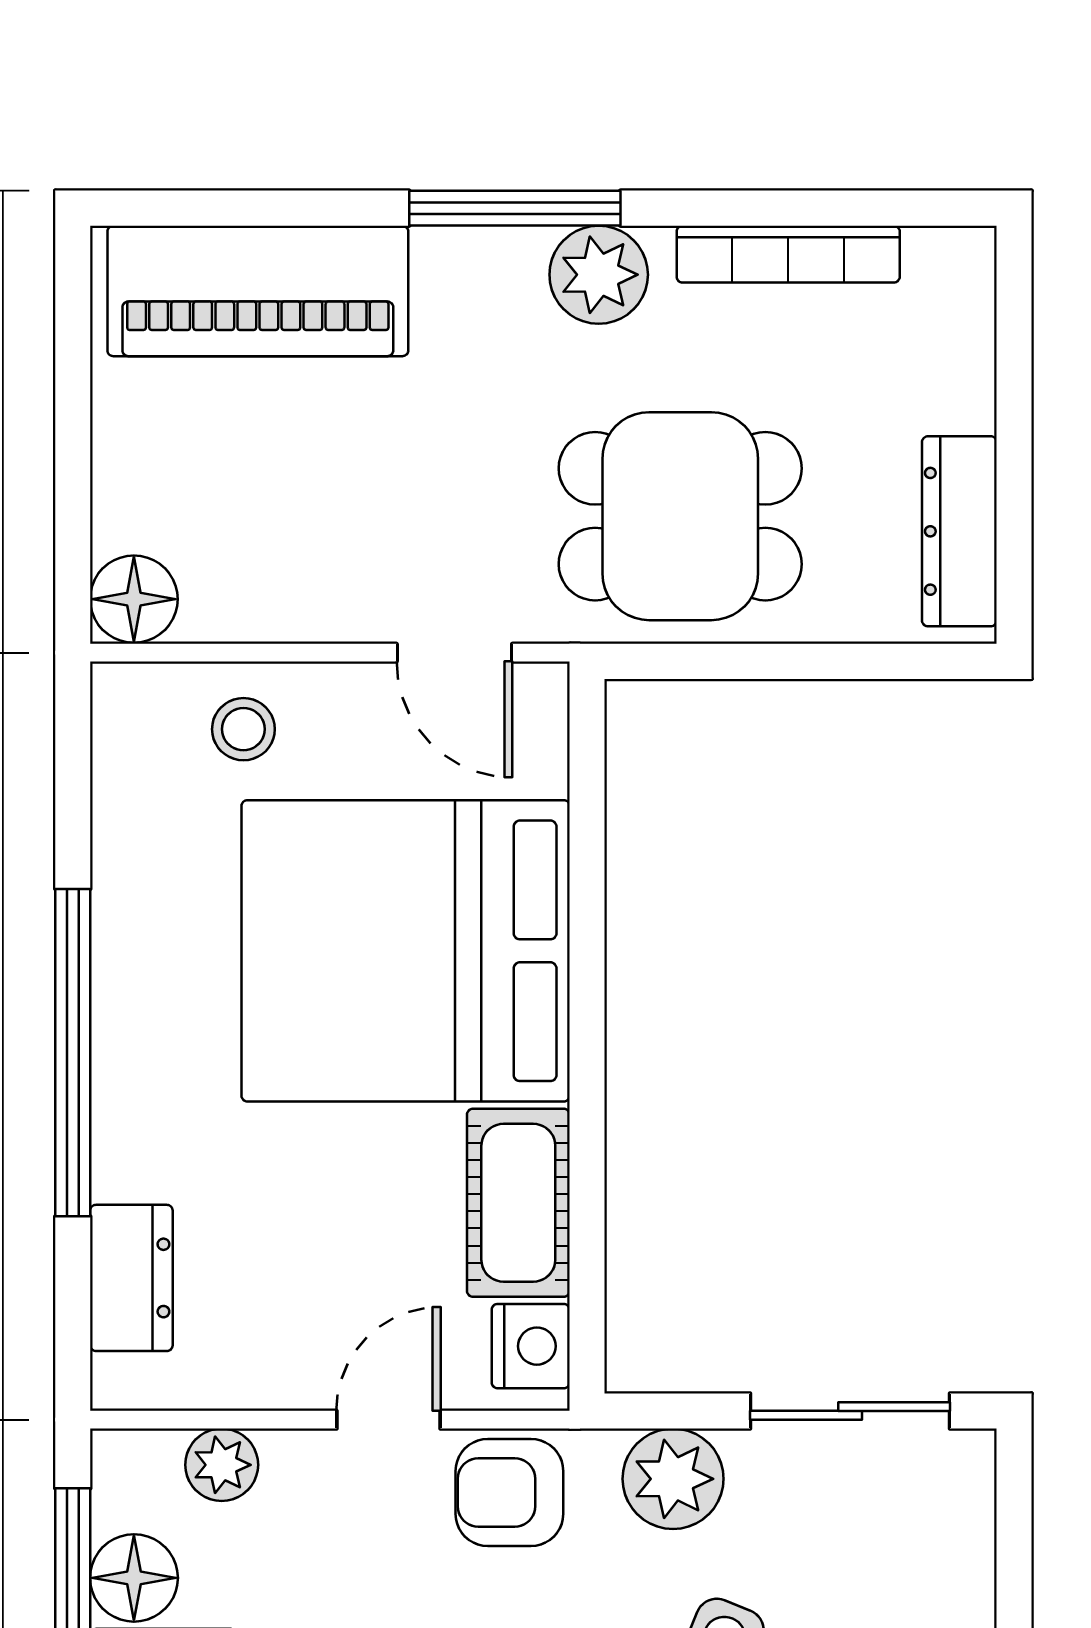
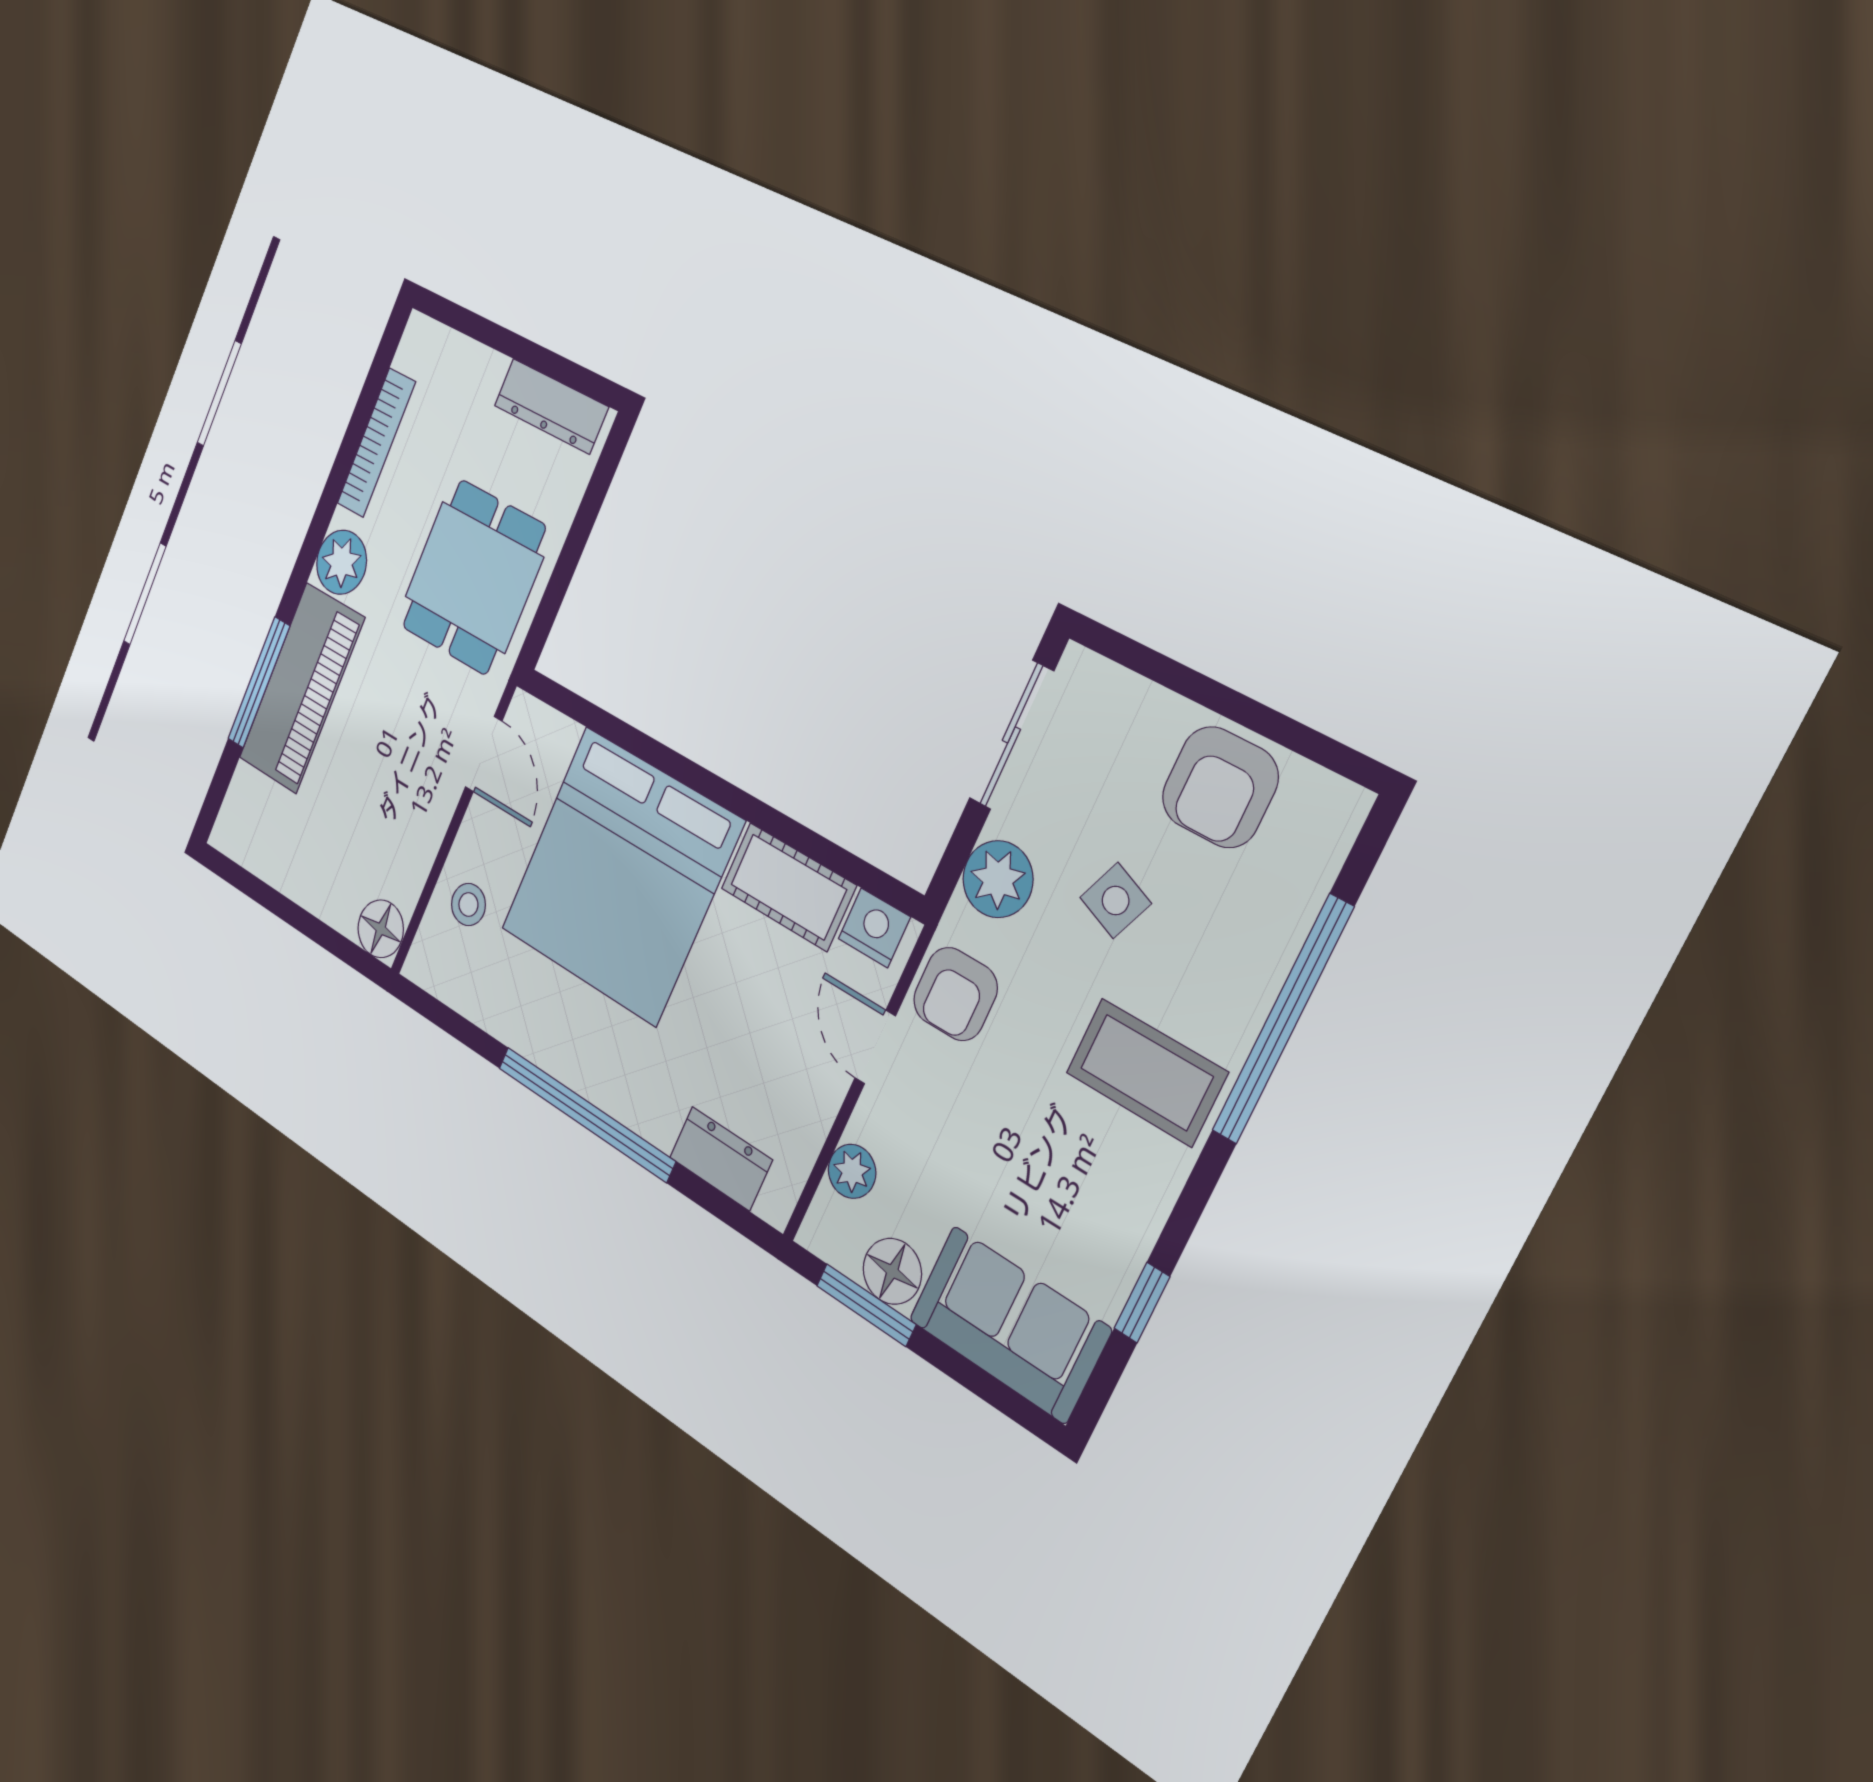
window: (515, 208) -> (259, 683), moved
piano: (258, 291) -> (301, 688), moved
door: (454, 653) -> (484, 754), hinge flipped

